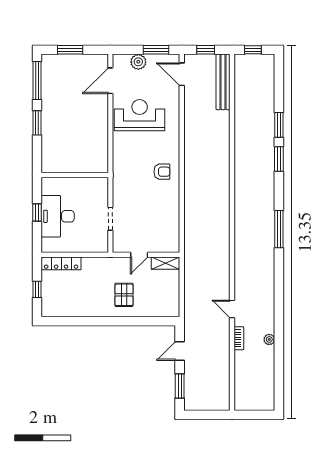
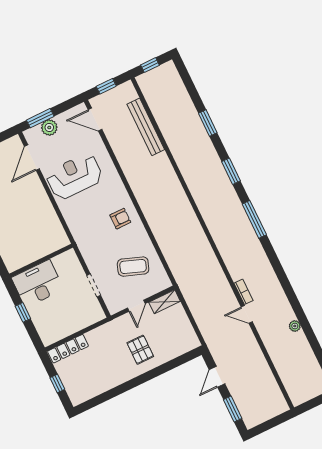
window: (156, 50) -> (40, 118), moved
bench: (223, 82) -> (146, 127), moved
window: (279, 159) -> (231, 171), moved
desk: (58, 216) -> (38, 284), moved, turned 90
coffee table: (153, 219) -> (133, 267), added
bookcase: (239, 338) -> (244, 292), moved

